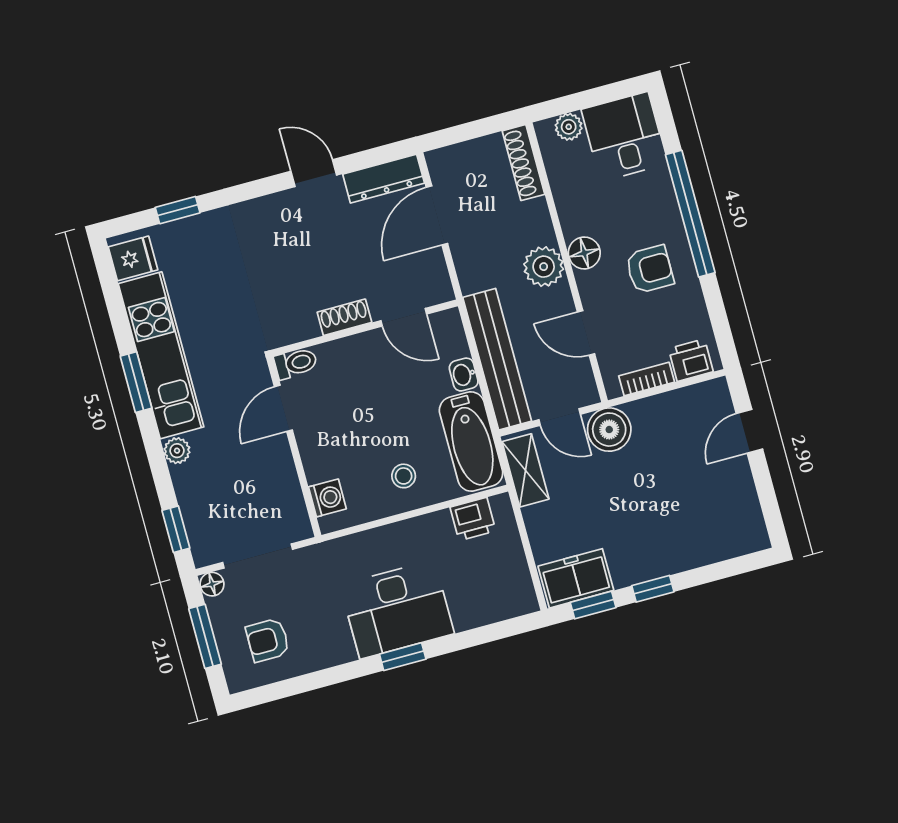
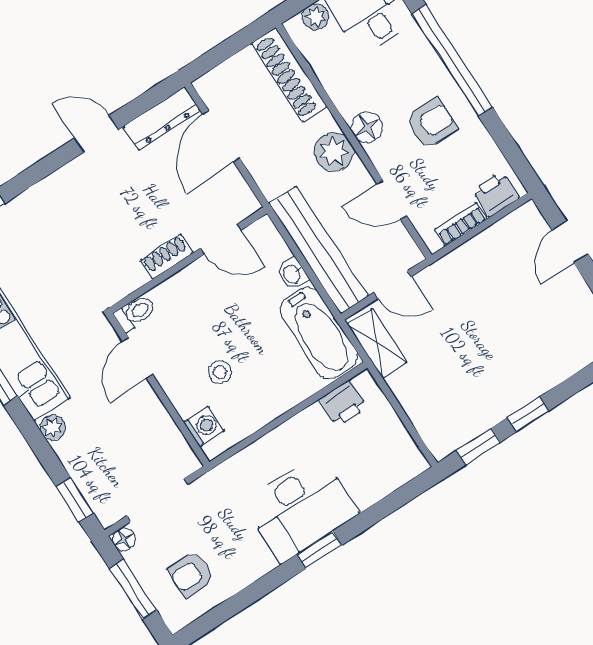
shoe rack: (523, 163) -> (289, 75), width x1.36, depth x1.24
boiler: (609, 430) -> (441, 282), removed
stool: (404, 476) -> (220, 372), moved
freezer: (576, 578) -> (455, 427), removed

